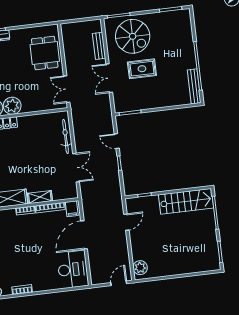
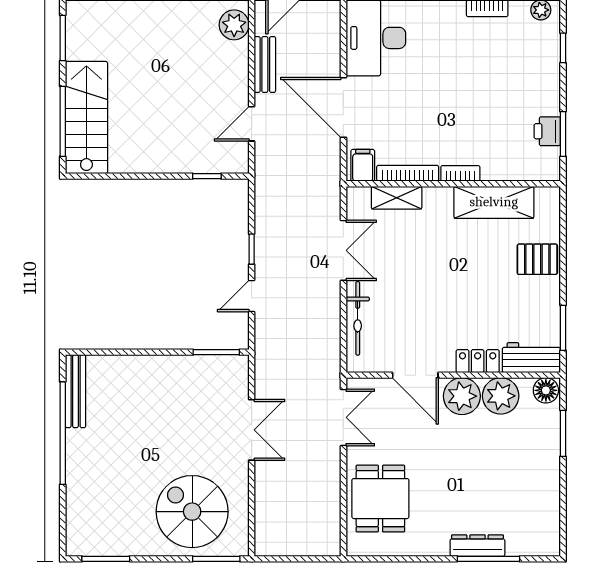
bench: (99, 46) -> (265, 64), moved
rug: (142, 69) -> (181, 441), removed
door: (35, 113) -> (415, 375), added
door: (117, 141) -> (252, 296), swing flipped
double door: (76, 168) -> (343, 250), swing flipped
shelving: (40, 197) -> (397, 198), moved
stairs: (186, 201) -> (86, 117), moved, turned 90
door: (84, 235) -> (343, 107), swing flipped

